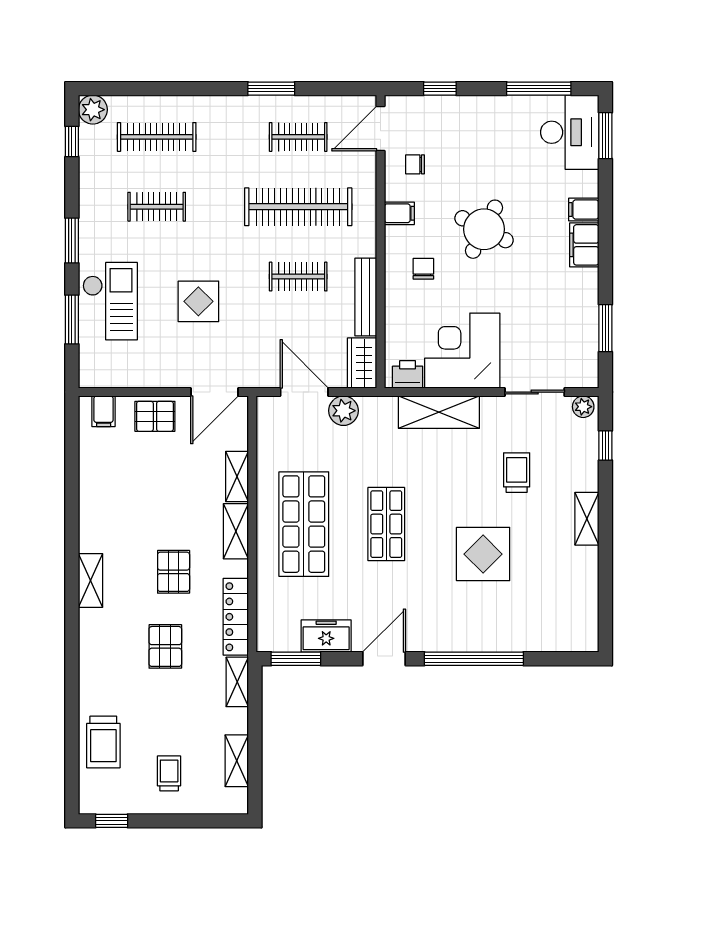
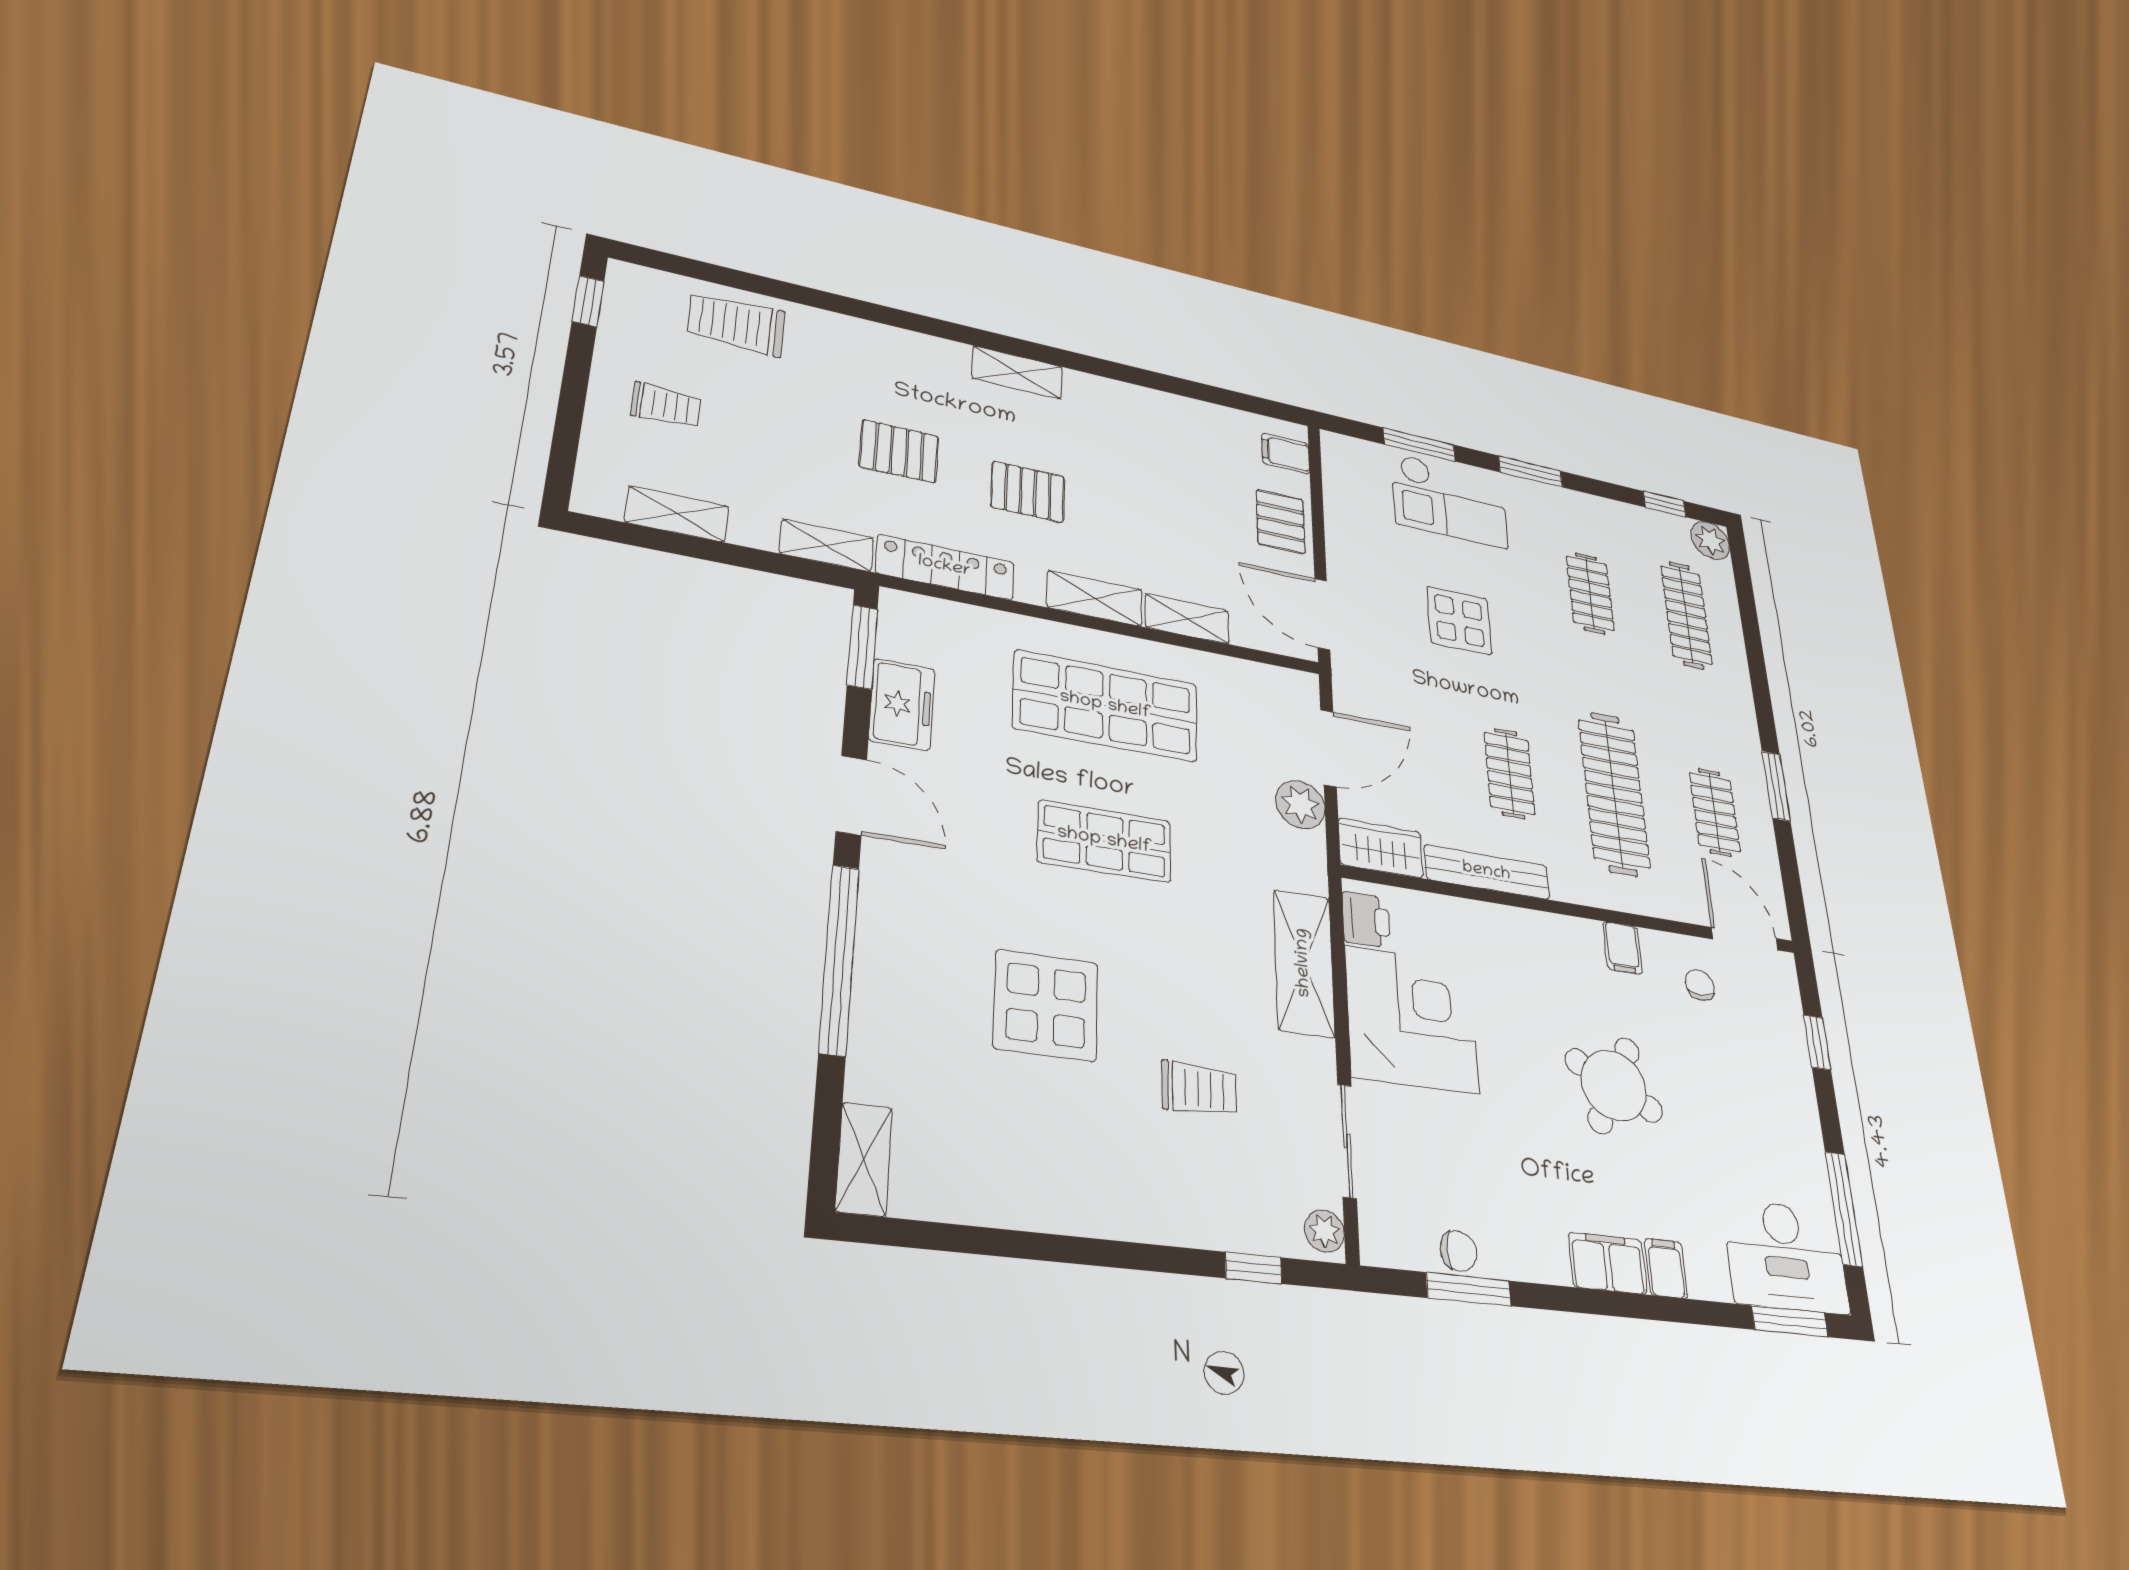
chair: (423, 269) -> (1459, 1251), moved
shelving: (587, 519) -> (864, 1159), moved, turned 90

